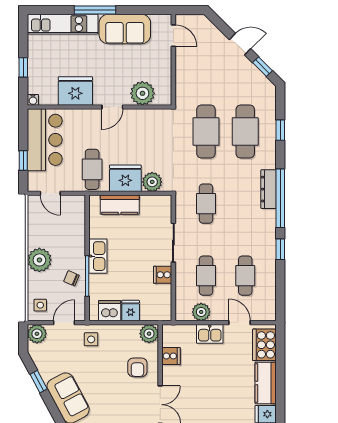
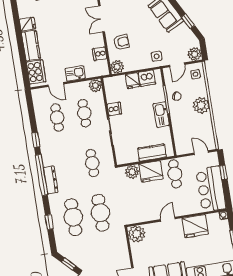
plant: (142, 93) -> (137, 234), moved
plant: (201, 312) -> (95, 86), moved
armchair: (137, 367) -> (121, 42), turned 86

